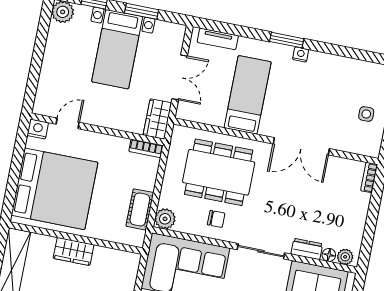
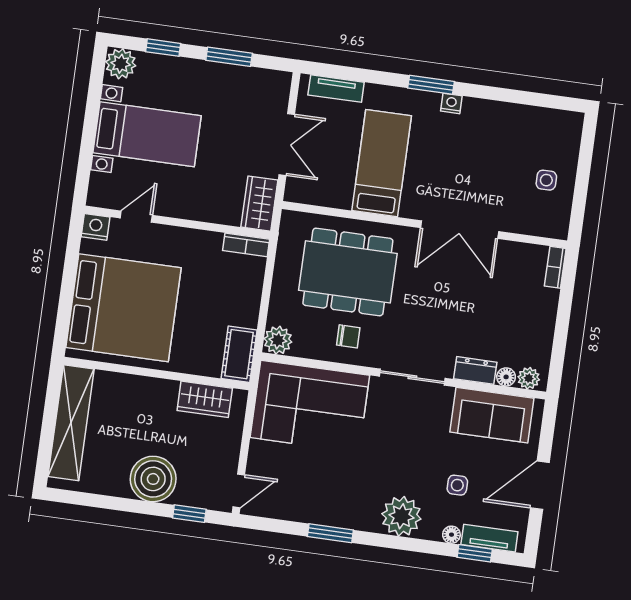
bed with nightstands: (117, 49) -> (147, 134), moved, turned -90
cot: (140, 209) -> (239, 354), moved
wardrobe: (74, 251) -> (205, 399), moved

